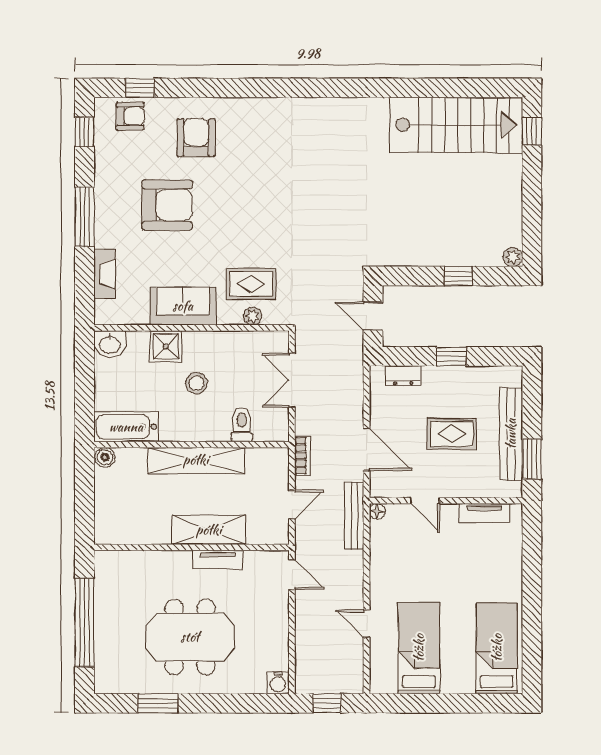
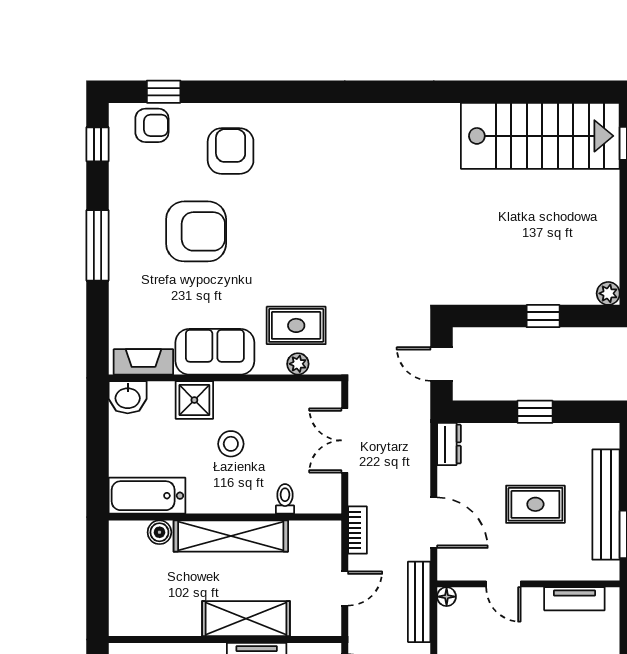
fireplace: (105, 274) -> (143, 362), moved, turned -90
dresser: (403, 376) -> (449, 444), moved, turned -90
toilet: (242, 425) -> (285, 499), width x0.73, depth x0.72
boiler: (105, 457) -> (159, 532), moved

